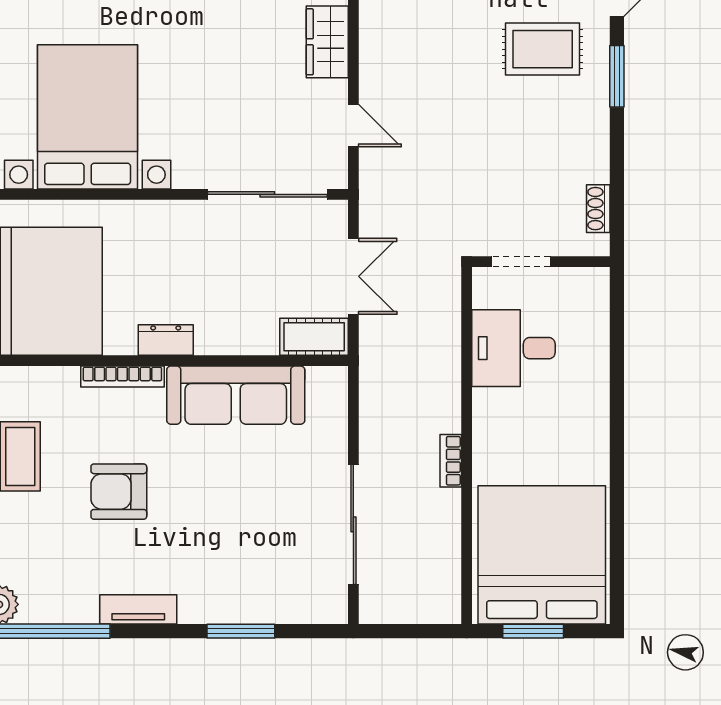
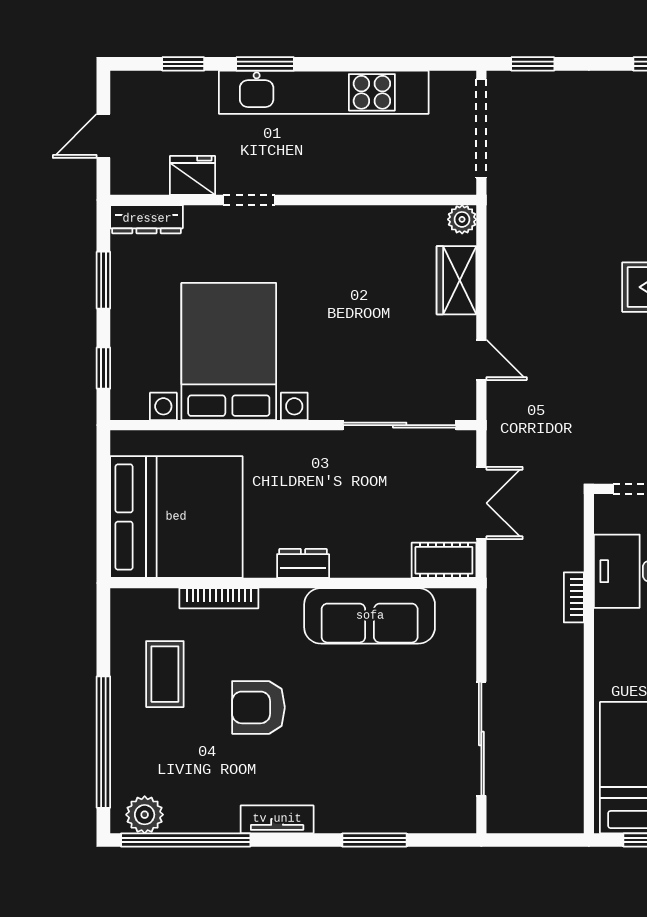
bookcase: (122, 377) -> (219, 598), moved
bookcase: (451, 461) -> (574, 597), moved

